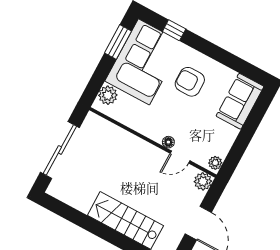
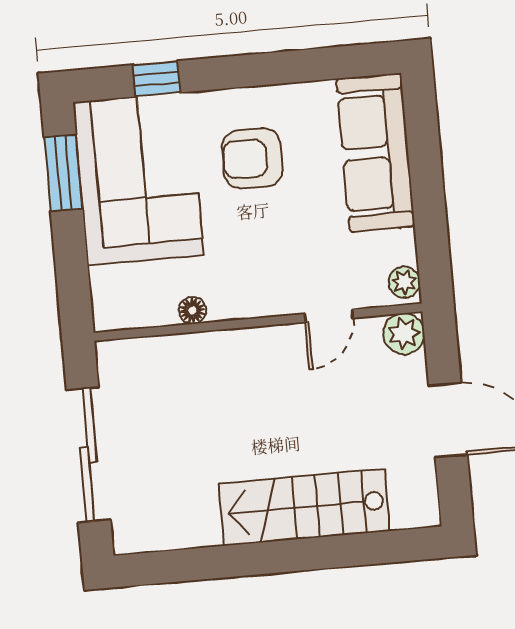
plant: (108, 95) -> (111, 288), removed
sofa: (240, 101) -> (376, 152), width x1.36
floor lamp: (168, 142) -> (192, 310), moved

